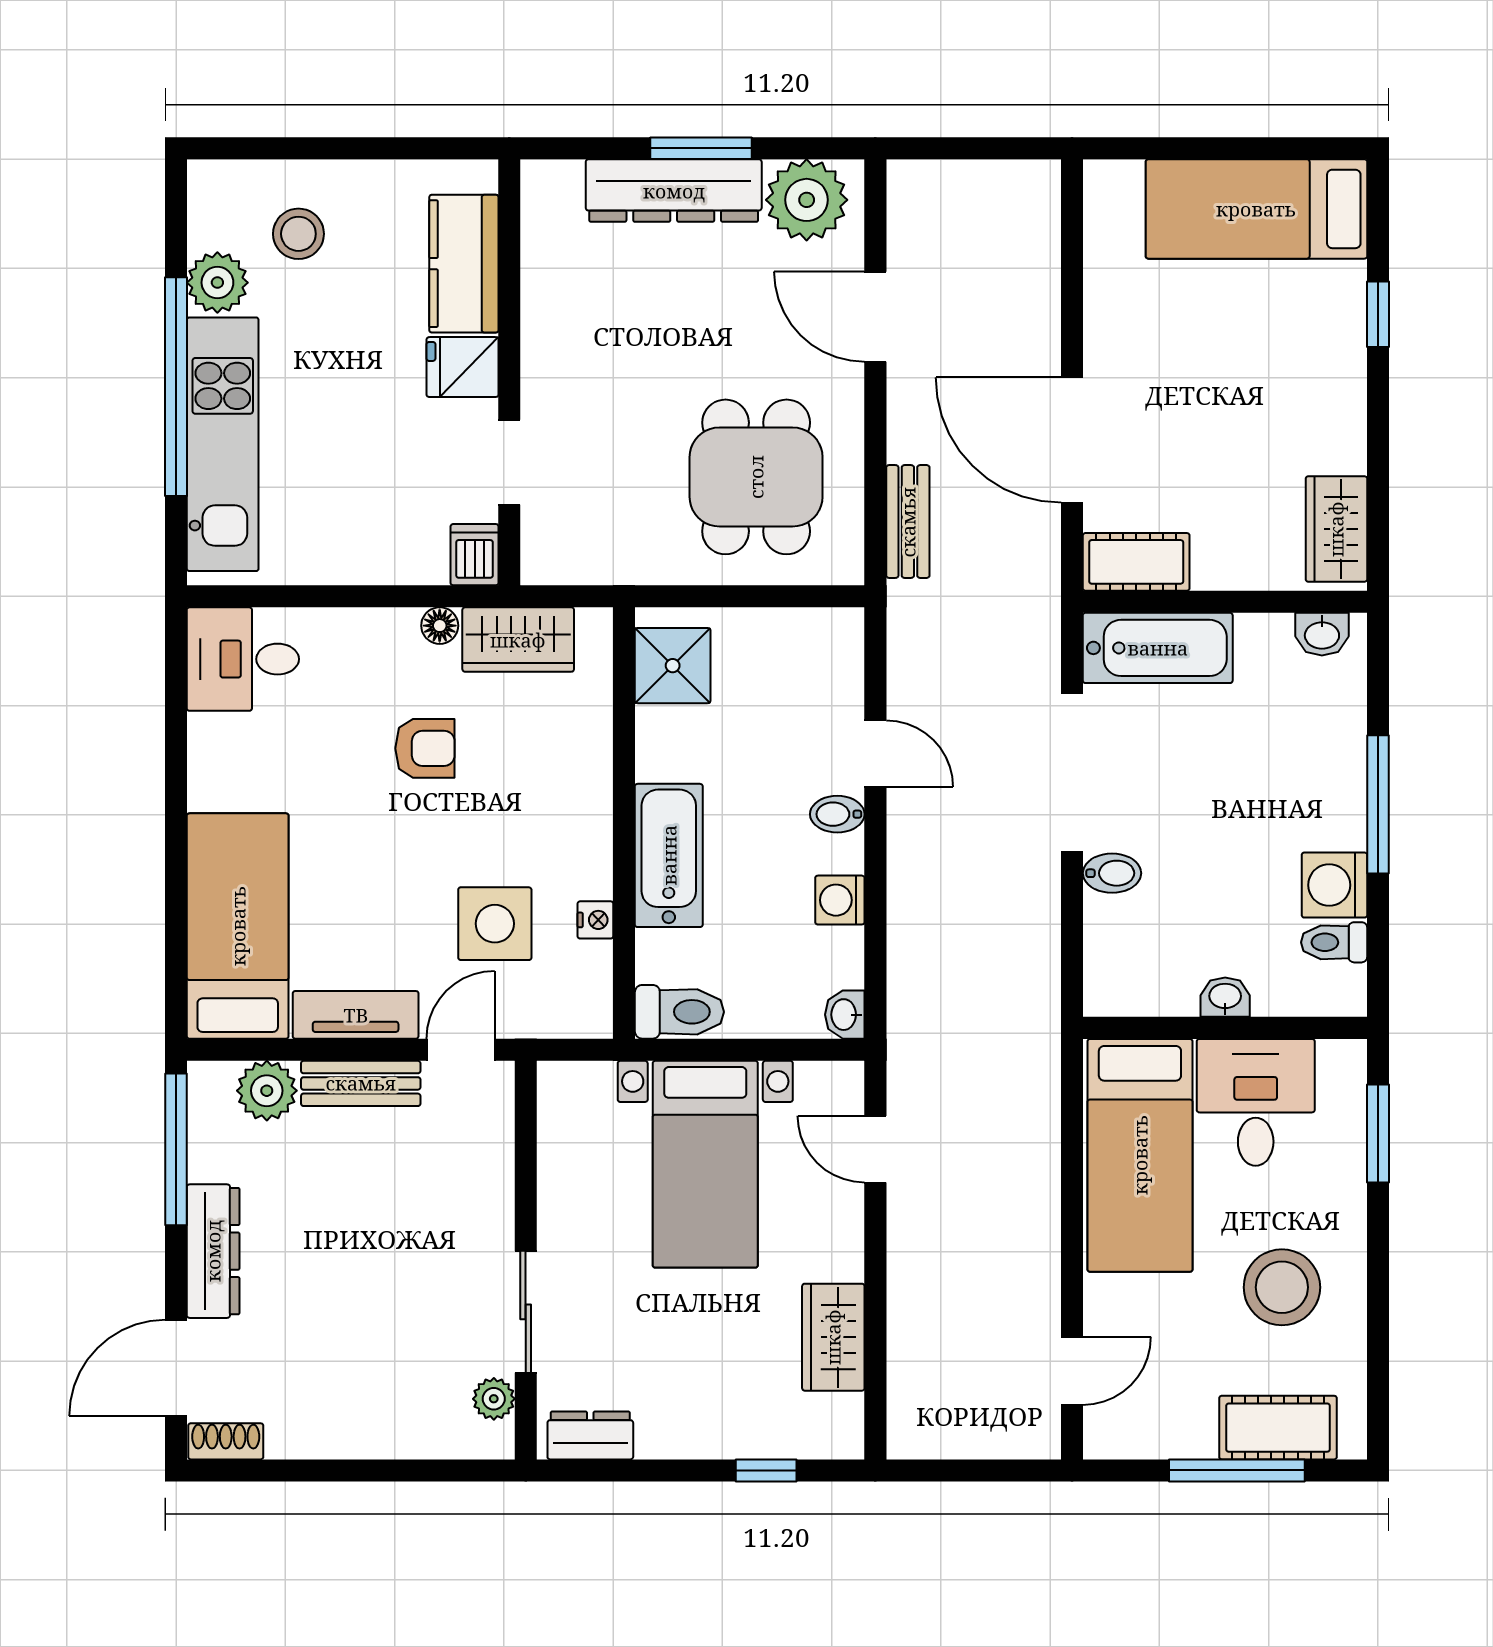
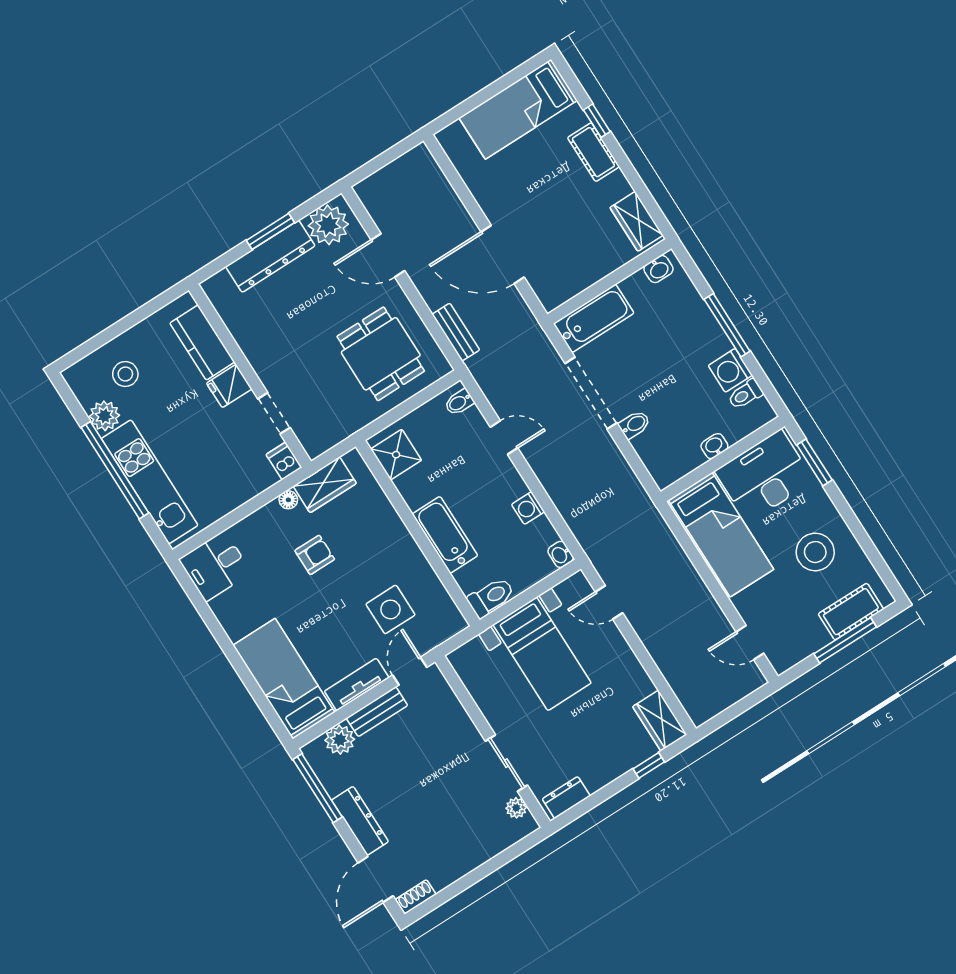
cot: (1136, 562) -> (593, 152), moved, turned 90
bidet: (837, 814) -> (459, 402), moved
nightstand: (595, 920) -> (431, 581), removed
desk: (1256, 1102) -> (764, 476), width x1.37
wardrobe: (833, 1337) -> (660, 721), moved
door: (1072, 1371) -> (750, 643), swing flipped

